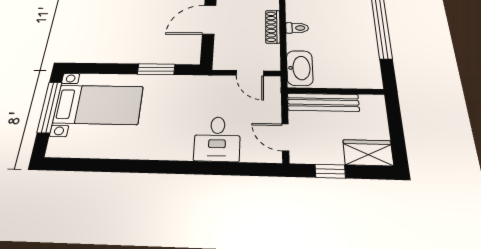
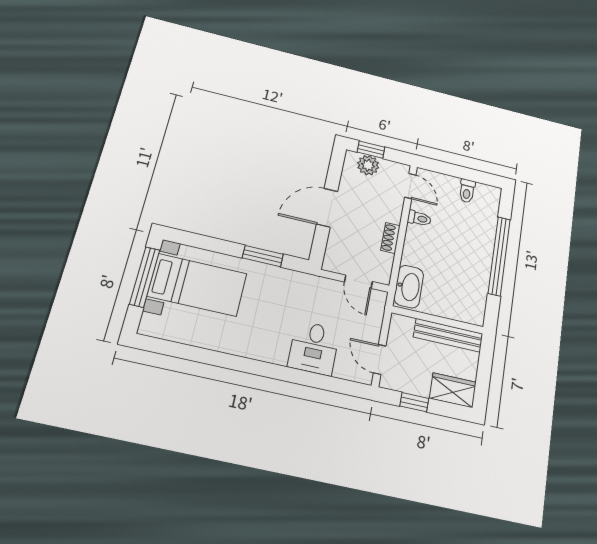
shoe rack: (273, 27) -> (390, 238), width x0.70
toilet: (297, 28) -> (419, 218), moved
bench: (323, 102) -> (448, 335), moved

